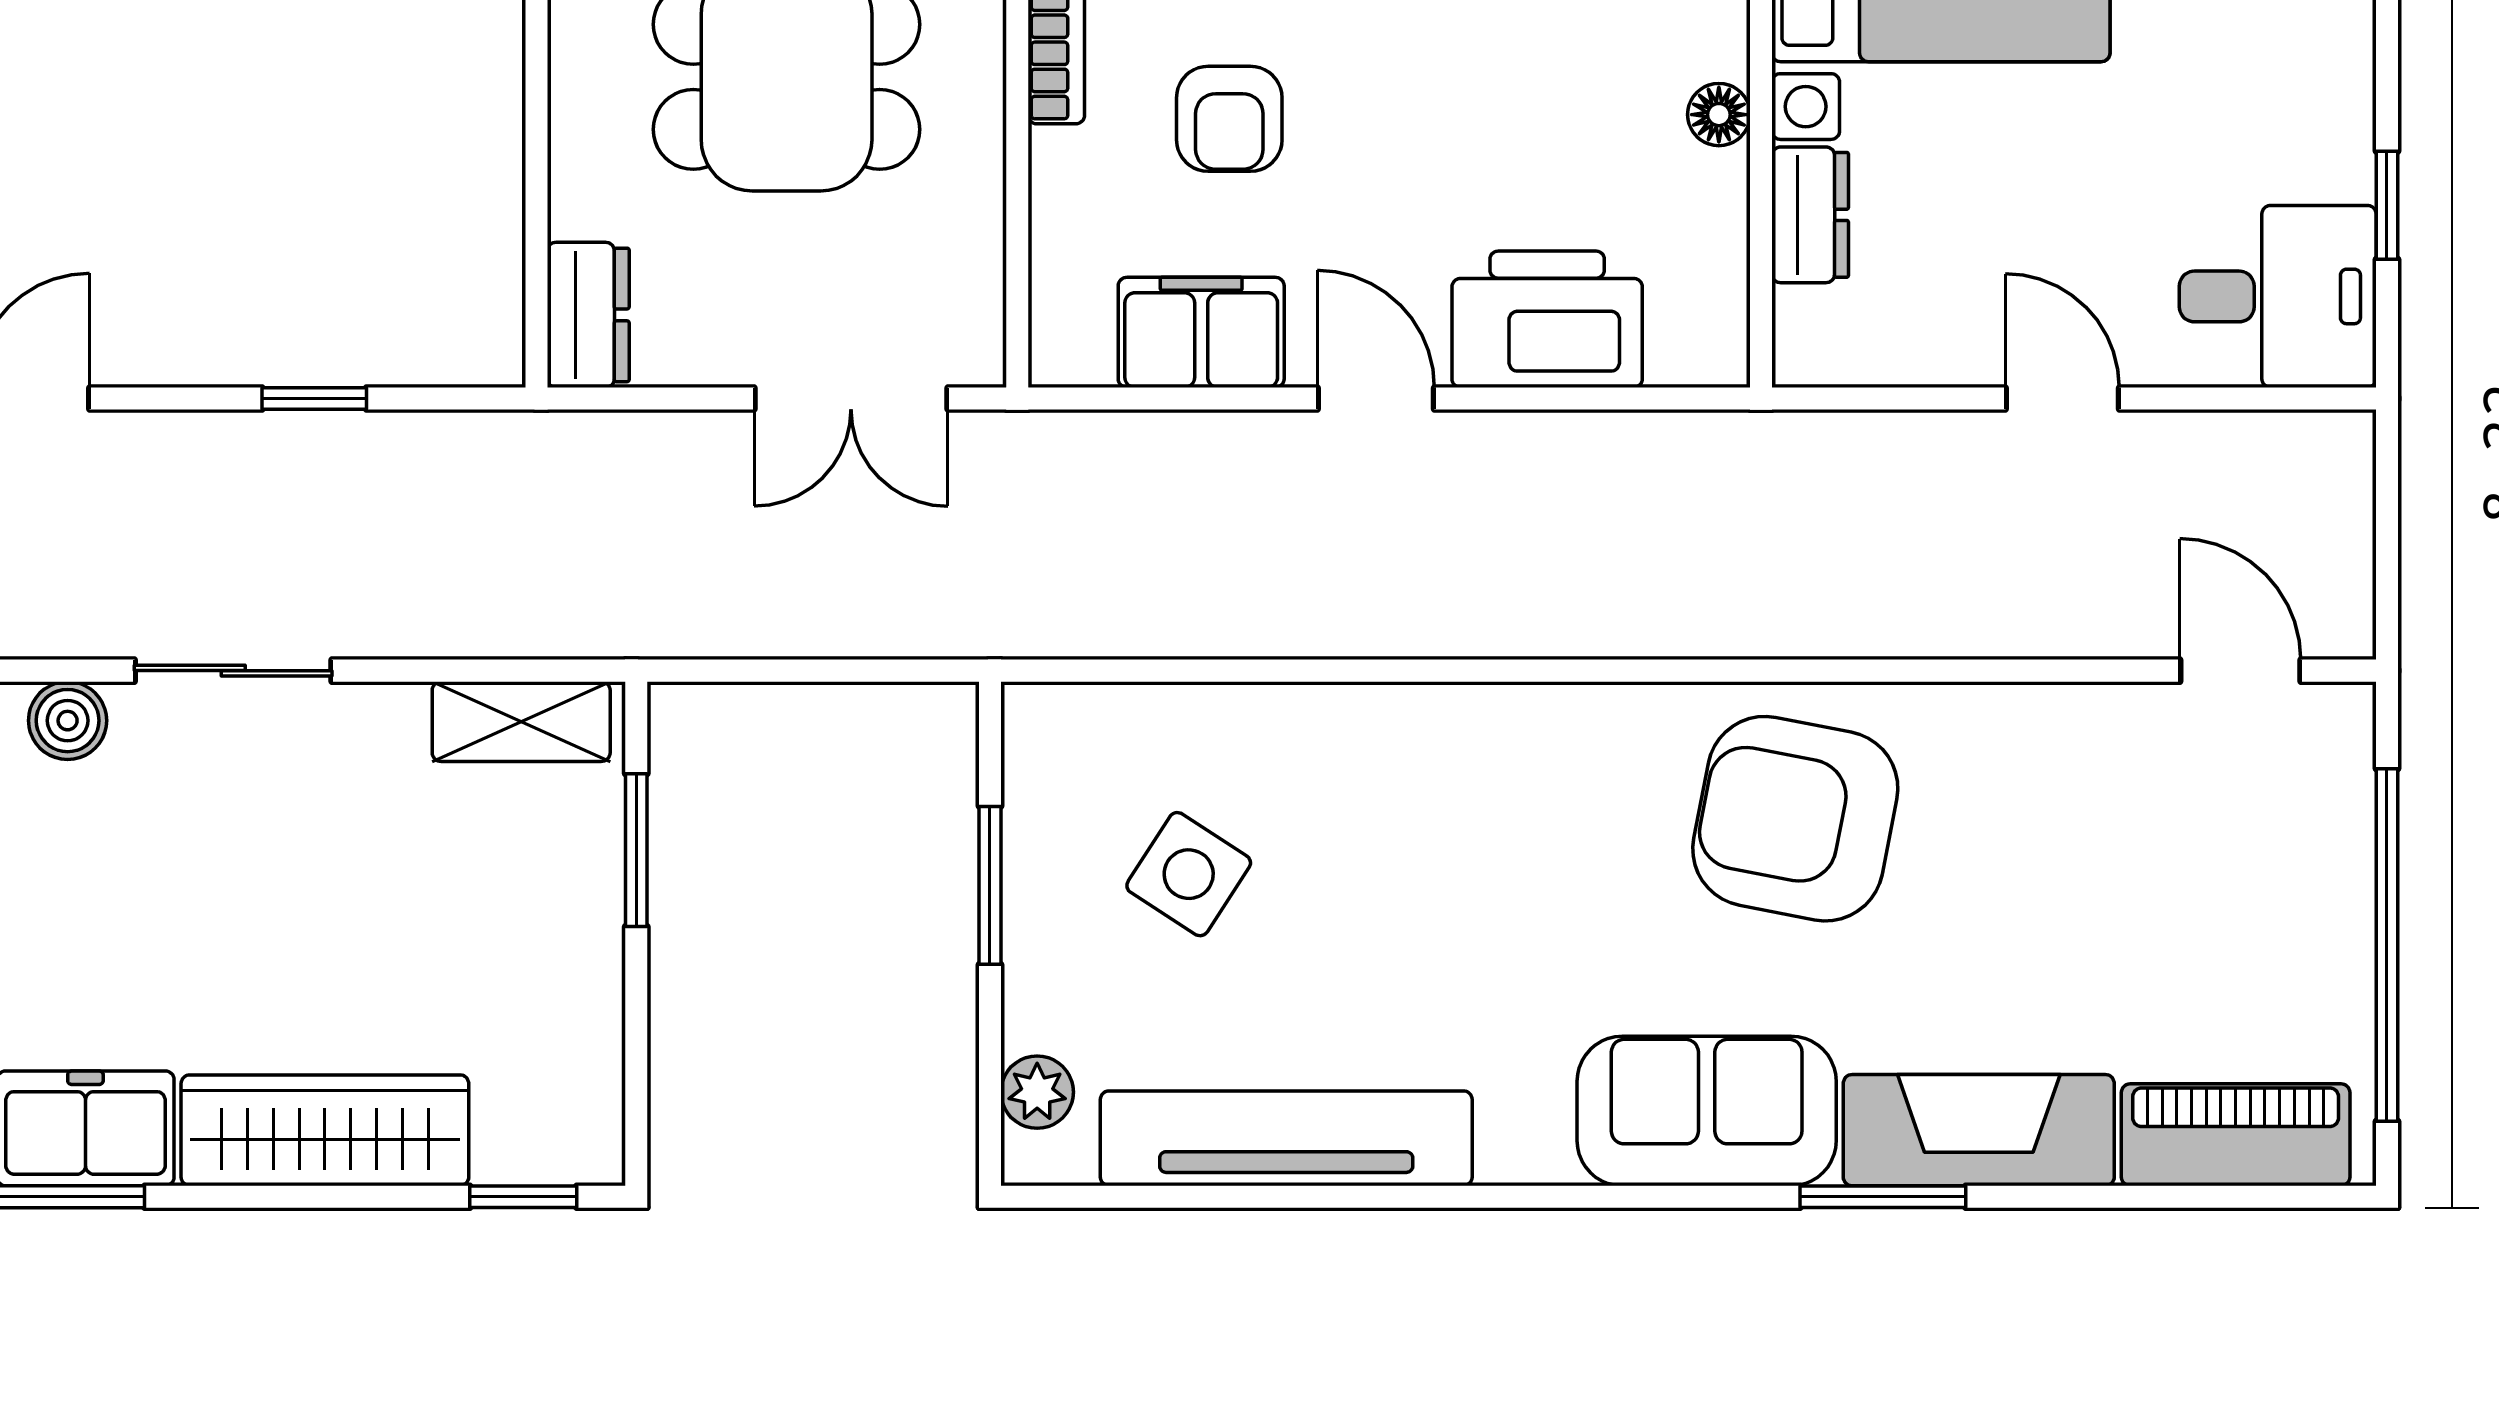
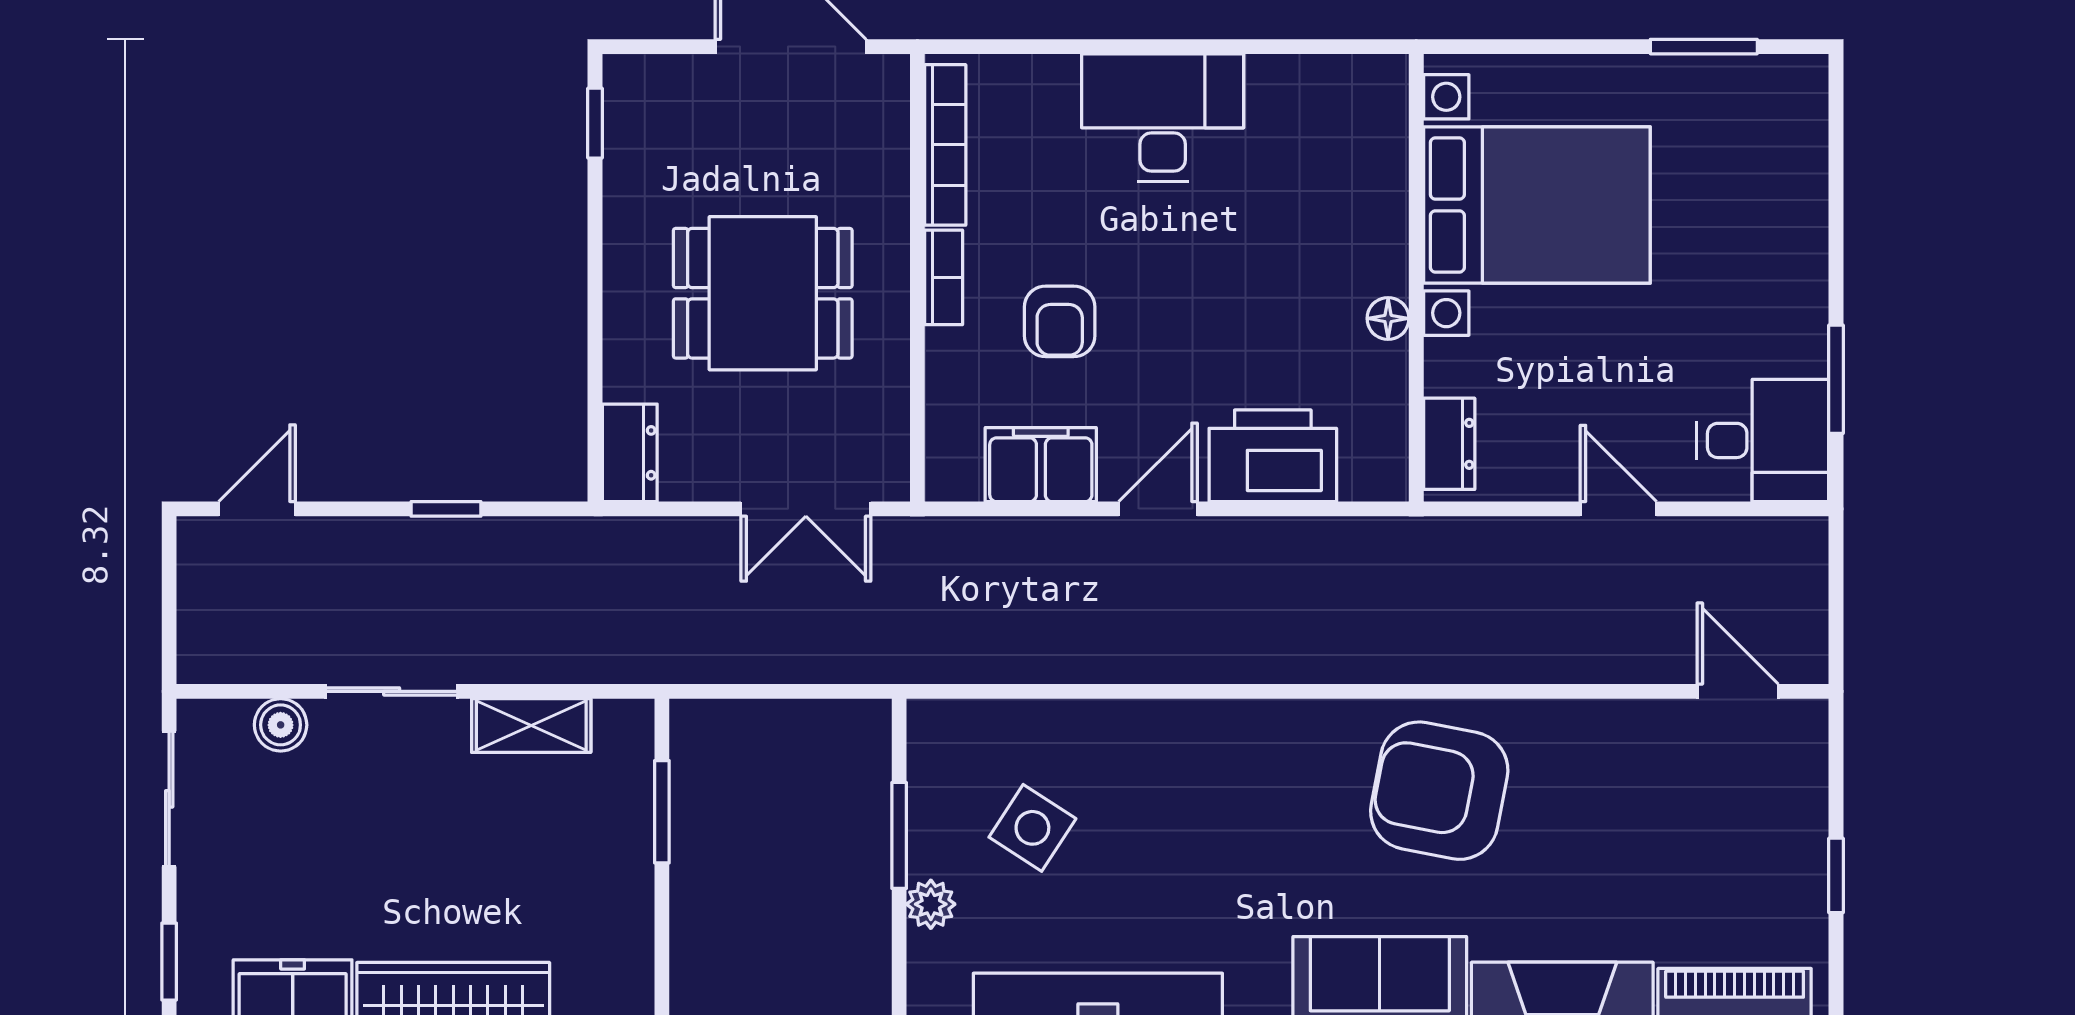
window: (2387, 205) -> (1836, 379), width x1.50
dresser: (1810, 215) -> (1449, 444), moved
door: (1376, 399) -> (1158, 509), hinge flipped
shelving: (521, 722) -> (531, 726), moved
window: (2387, 945) -> (1836, 875), width x0.32
plant: (1037, 1092) -> (931, 904), moved

